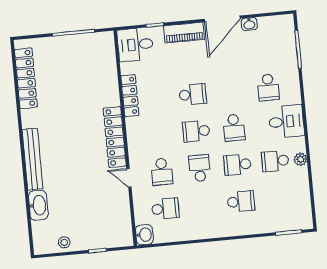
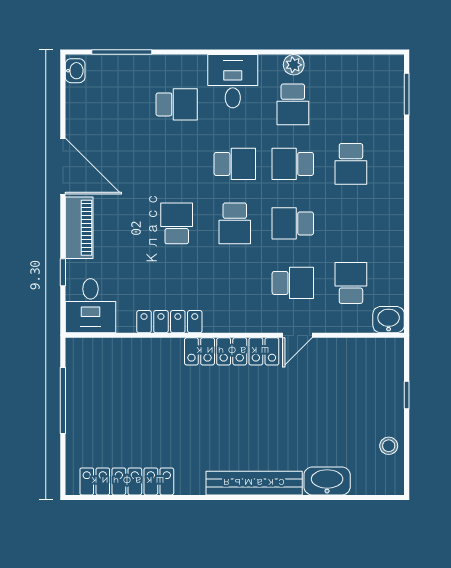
washbasin: (249, 24) -> (75, 71), moved
school desk: (237, 165) -> (293, 164), turned 90
school desk: (241, 201) -> (351, 164), turned 180

